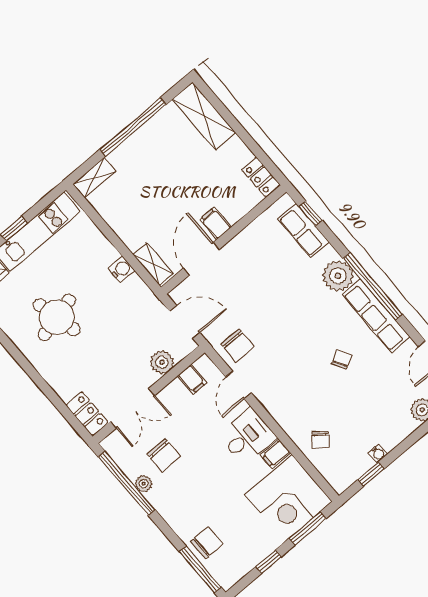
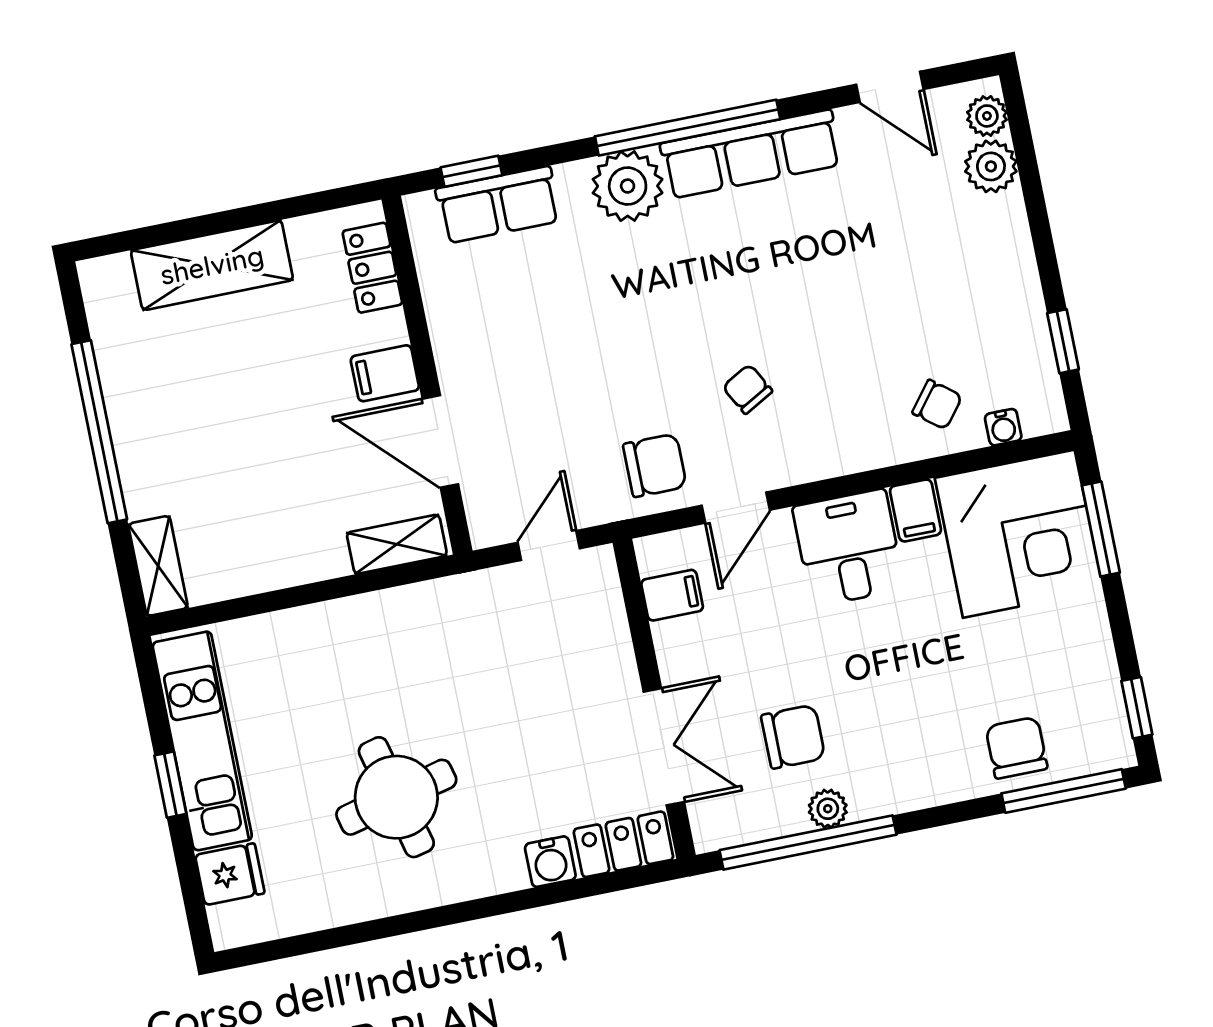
shelving: (204, 116) -> (212, 265), moved
locker: (261, 177) -> (372, 268), moved, turned 90
water cooler: (121, 269) -> (550, 862), moved, turned 180
door: (185, 322) -> (549, 545), width x0.73
chair: (342, 359) -> (747, 389), moved
plant: (162, 362) -> (604, 636), removed
door: (239, 385) -> (736, 508), hinge flipped
water cooler: (378, 453) -> (1003, 427), moved, turned 90
window: (268, 562) -> (1137, 708), moved

